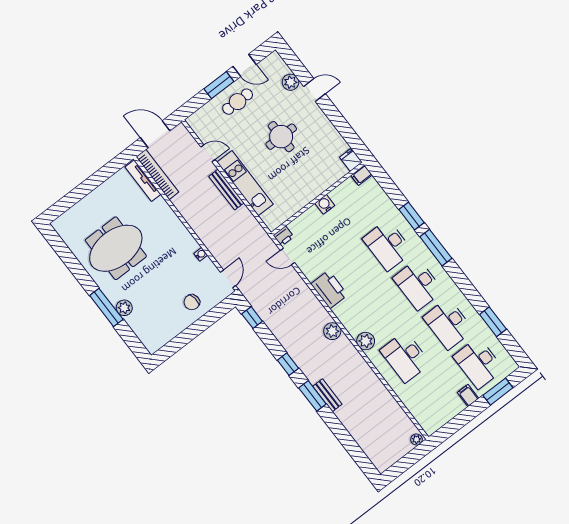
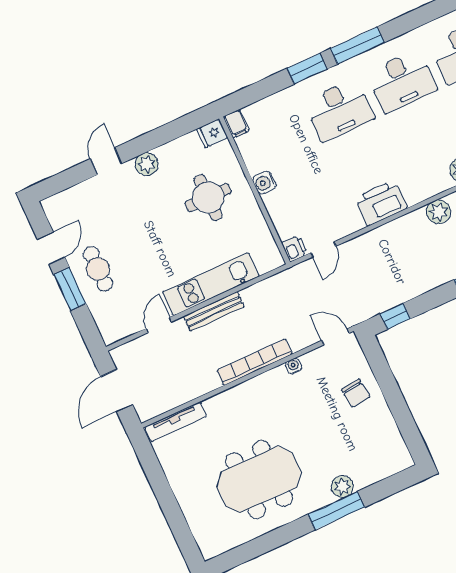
plant: (290, 82) -> (147, 164), moved
round table: (281, 137) -> (208, 197), moved
bookcase: (157, 174) -> (255, 362), moved
meeting table: (116, 248) -> (259, 479), turned 90

